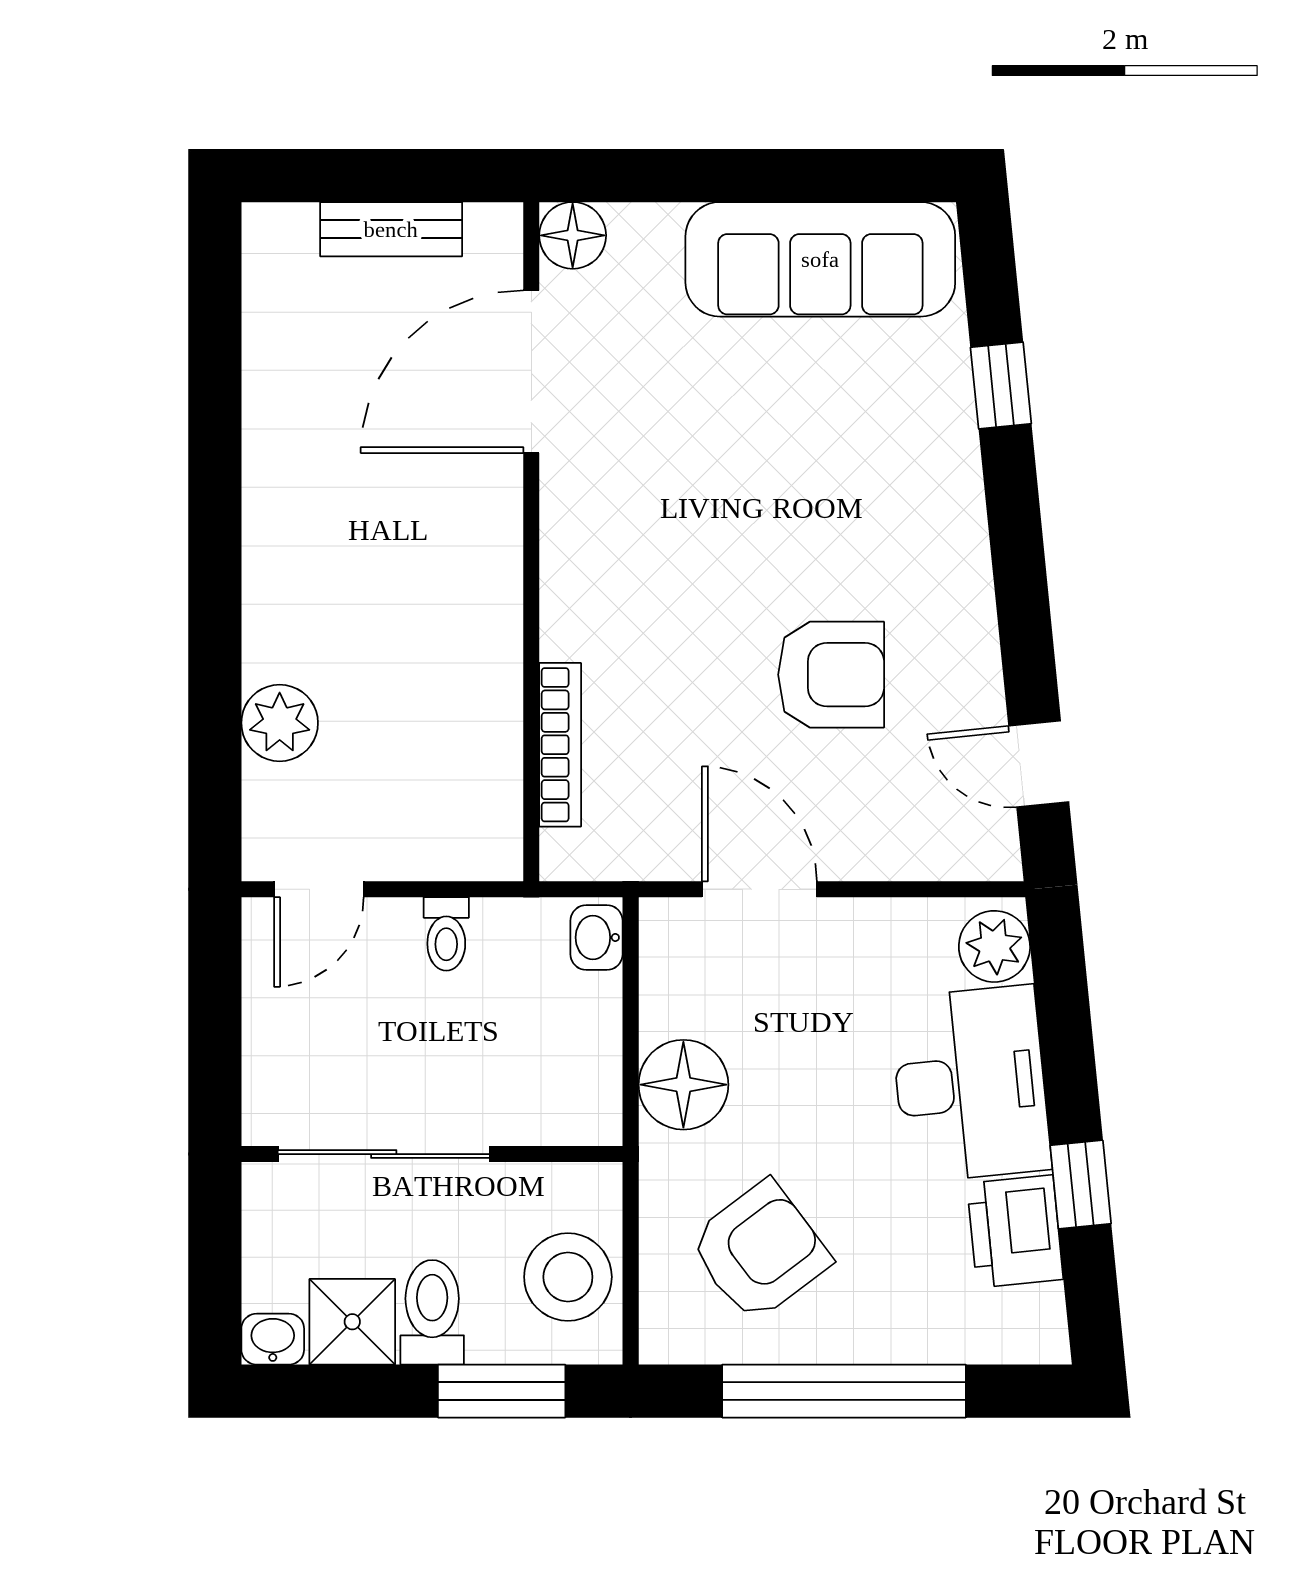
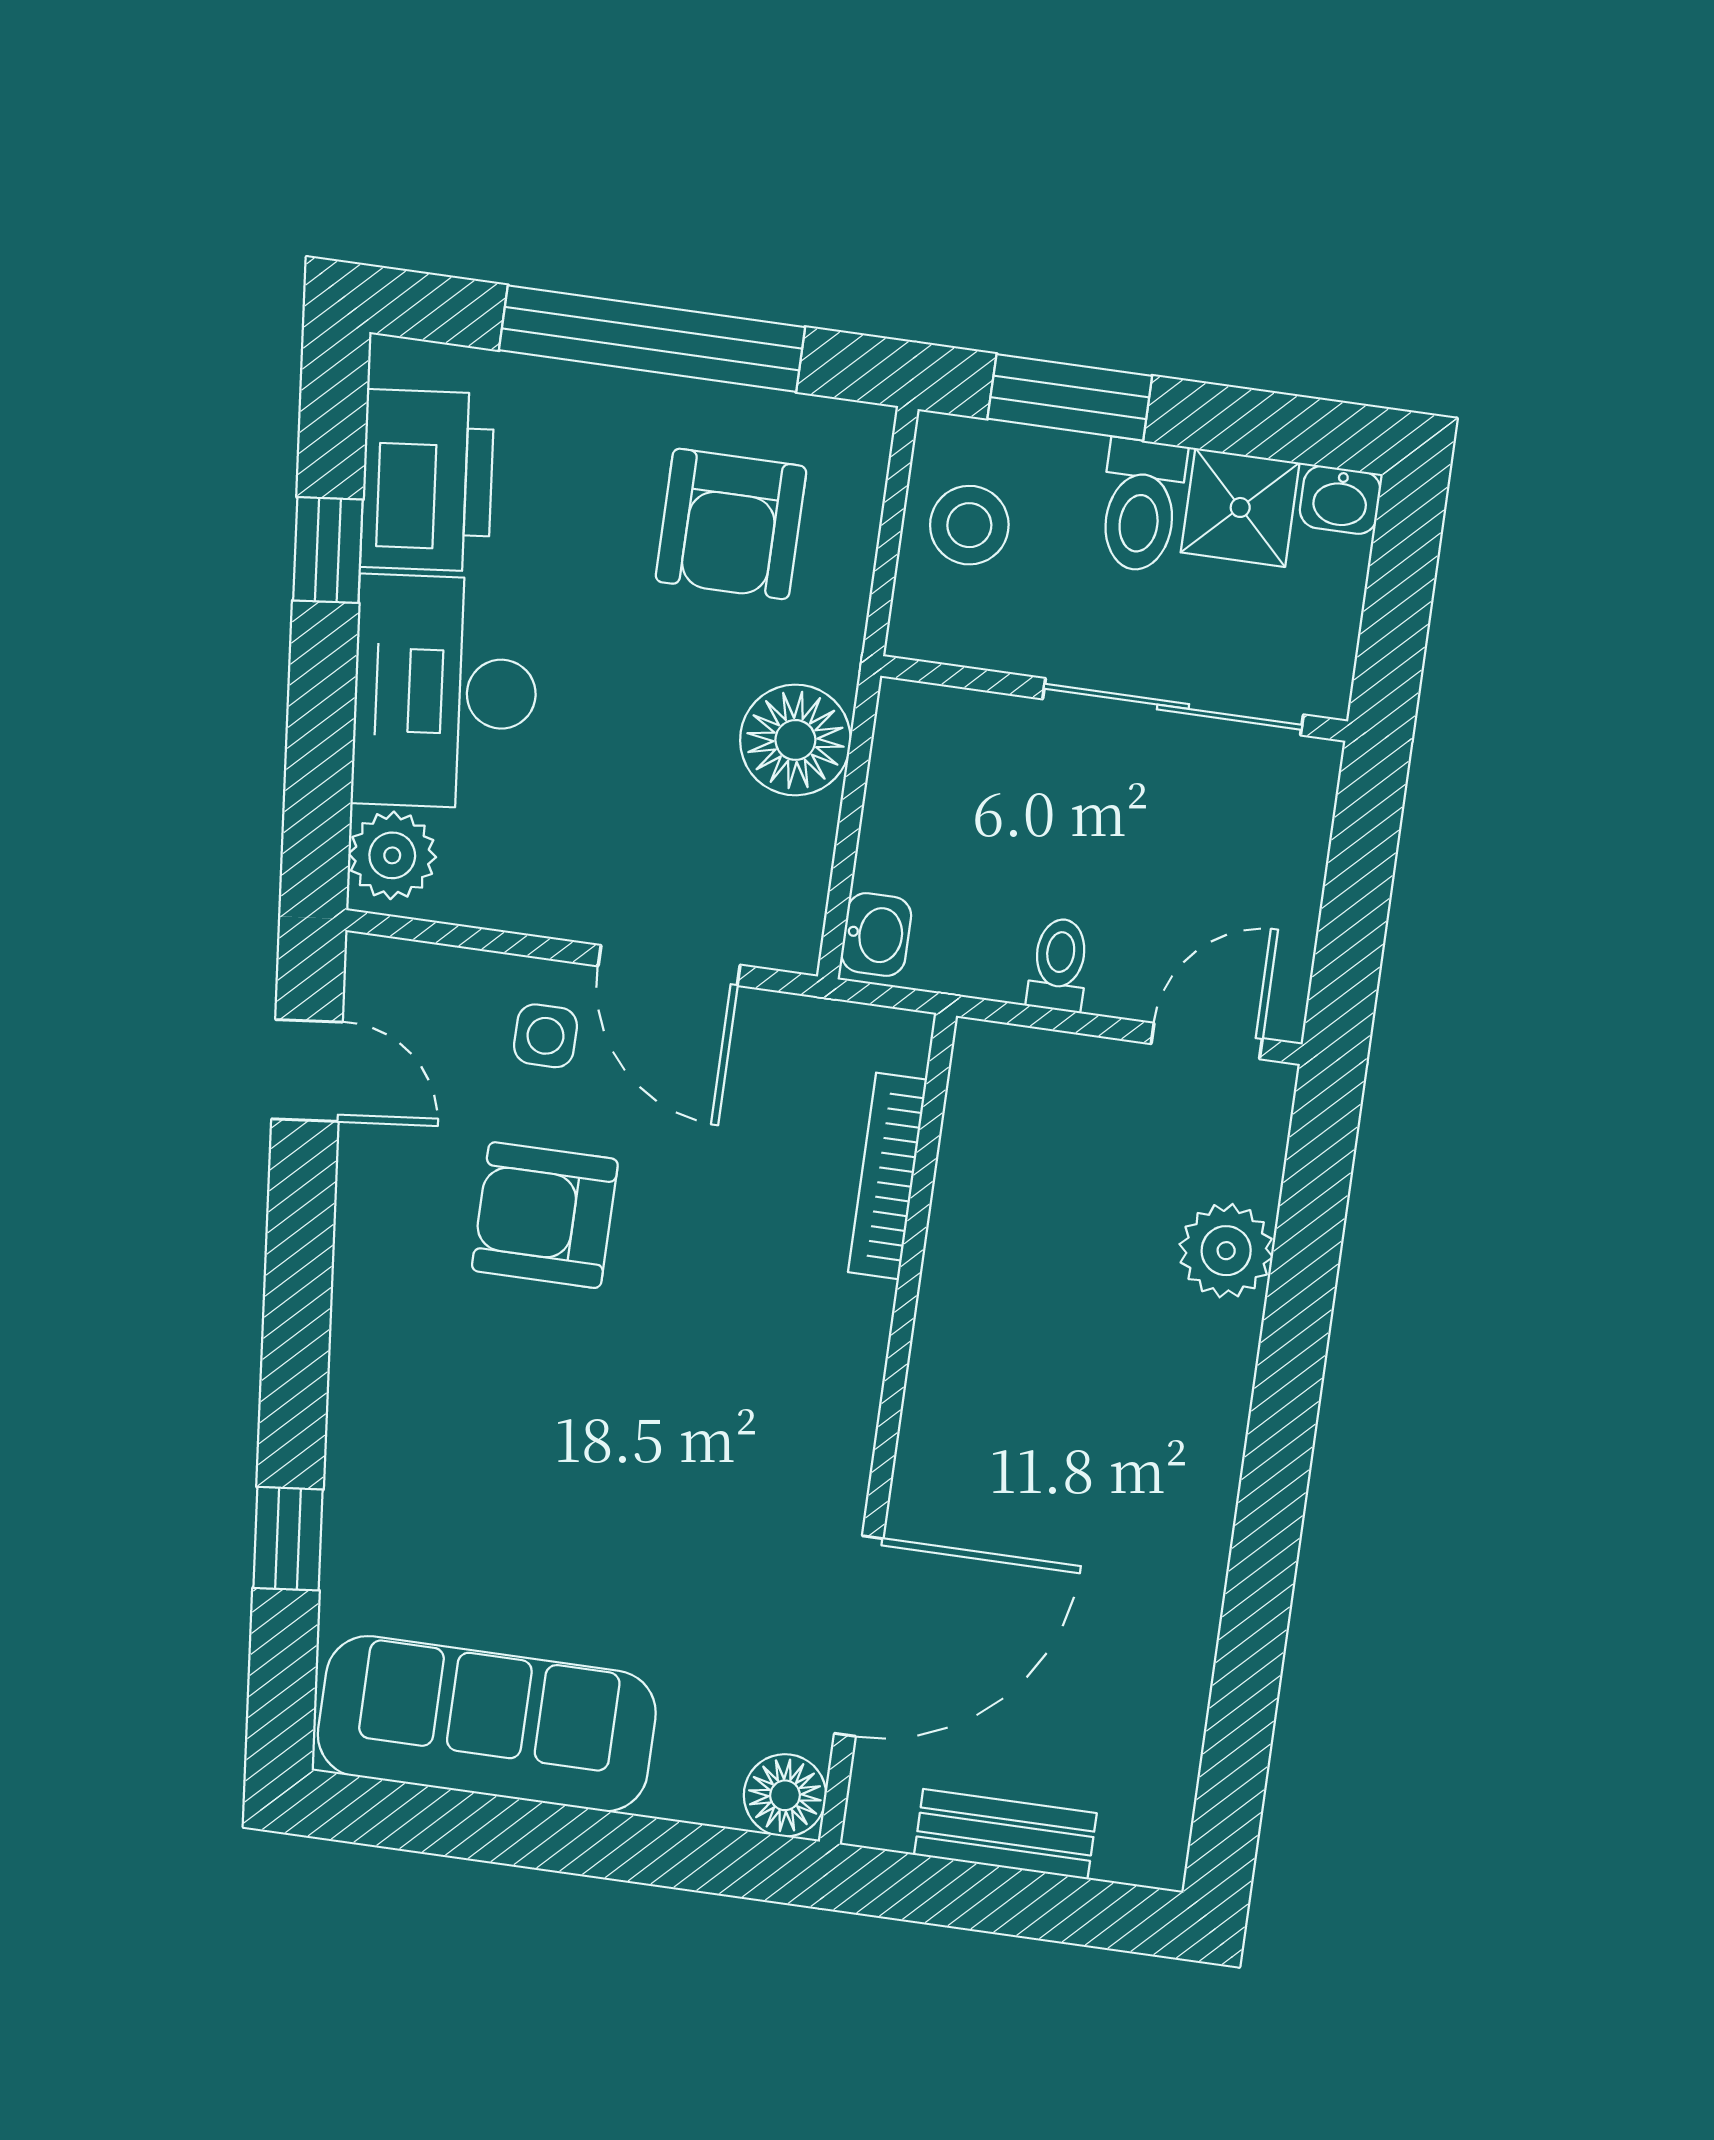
side table: (851, 819) -> (545, 1036), added
printer: (1015, 1231) -> (427, 480), width x1.37, depth x1.19
armchair: (760, 1251) -> (731, 524), turned -53
stool: (568, 1277) -> (969, 525), width x0.73, depth x0.73

